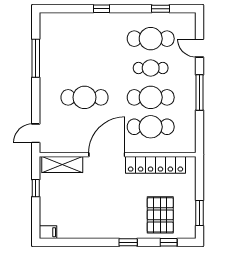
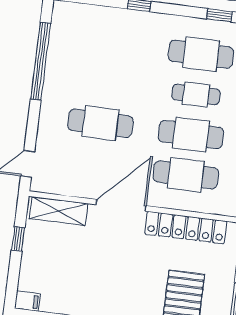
window: (36, 58) -> (41, 61), width x1.46

